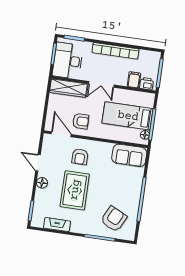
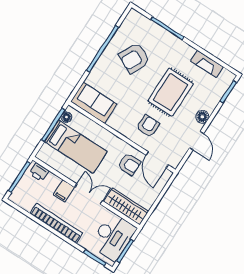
filing cabinet: (134, 80) -> (64, 191), moved
armchair: (81, 121) -> (129, 164), turned 180
armchair: (114, 219) -> (134, 58), moved

